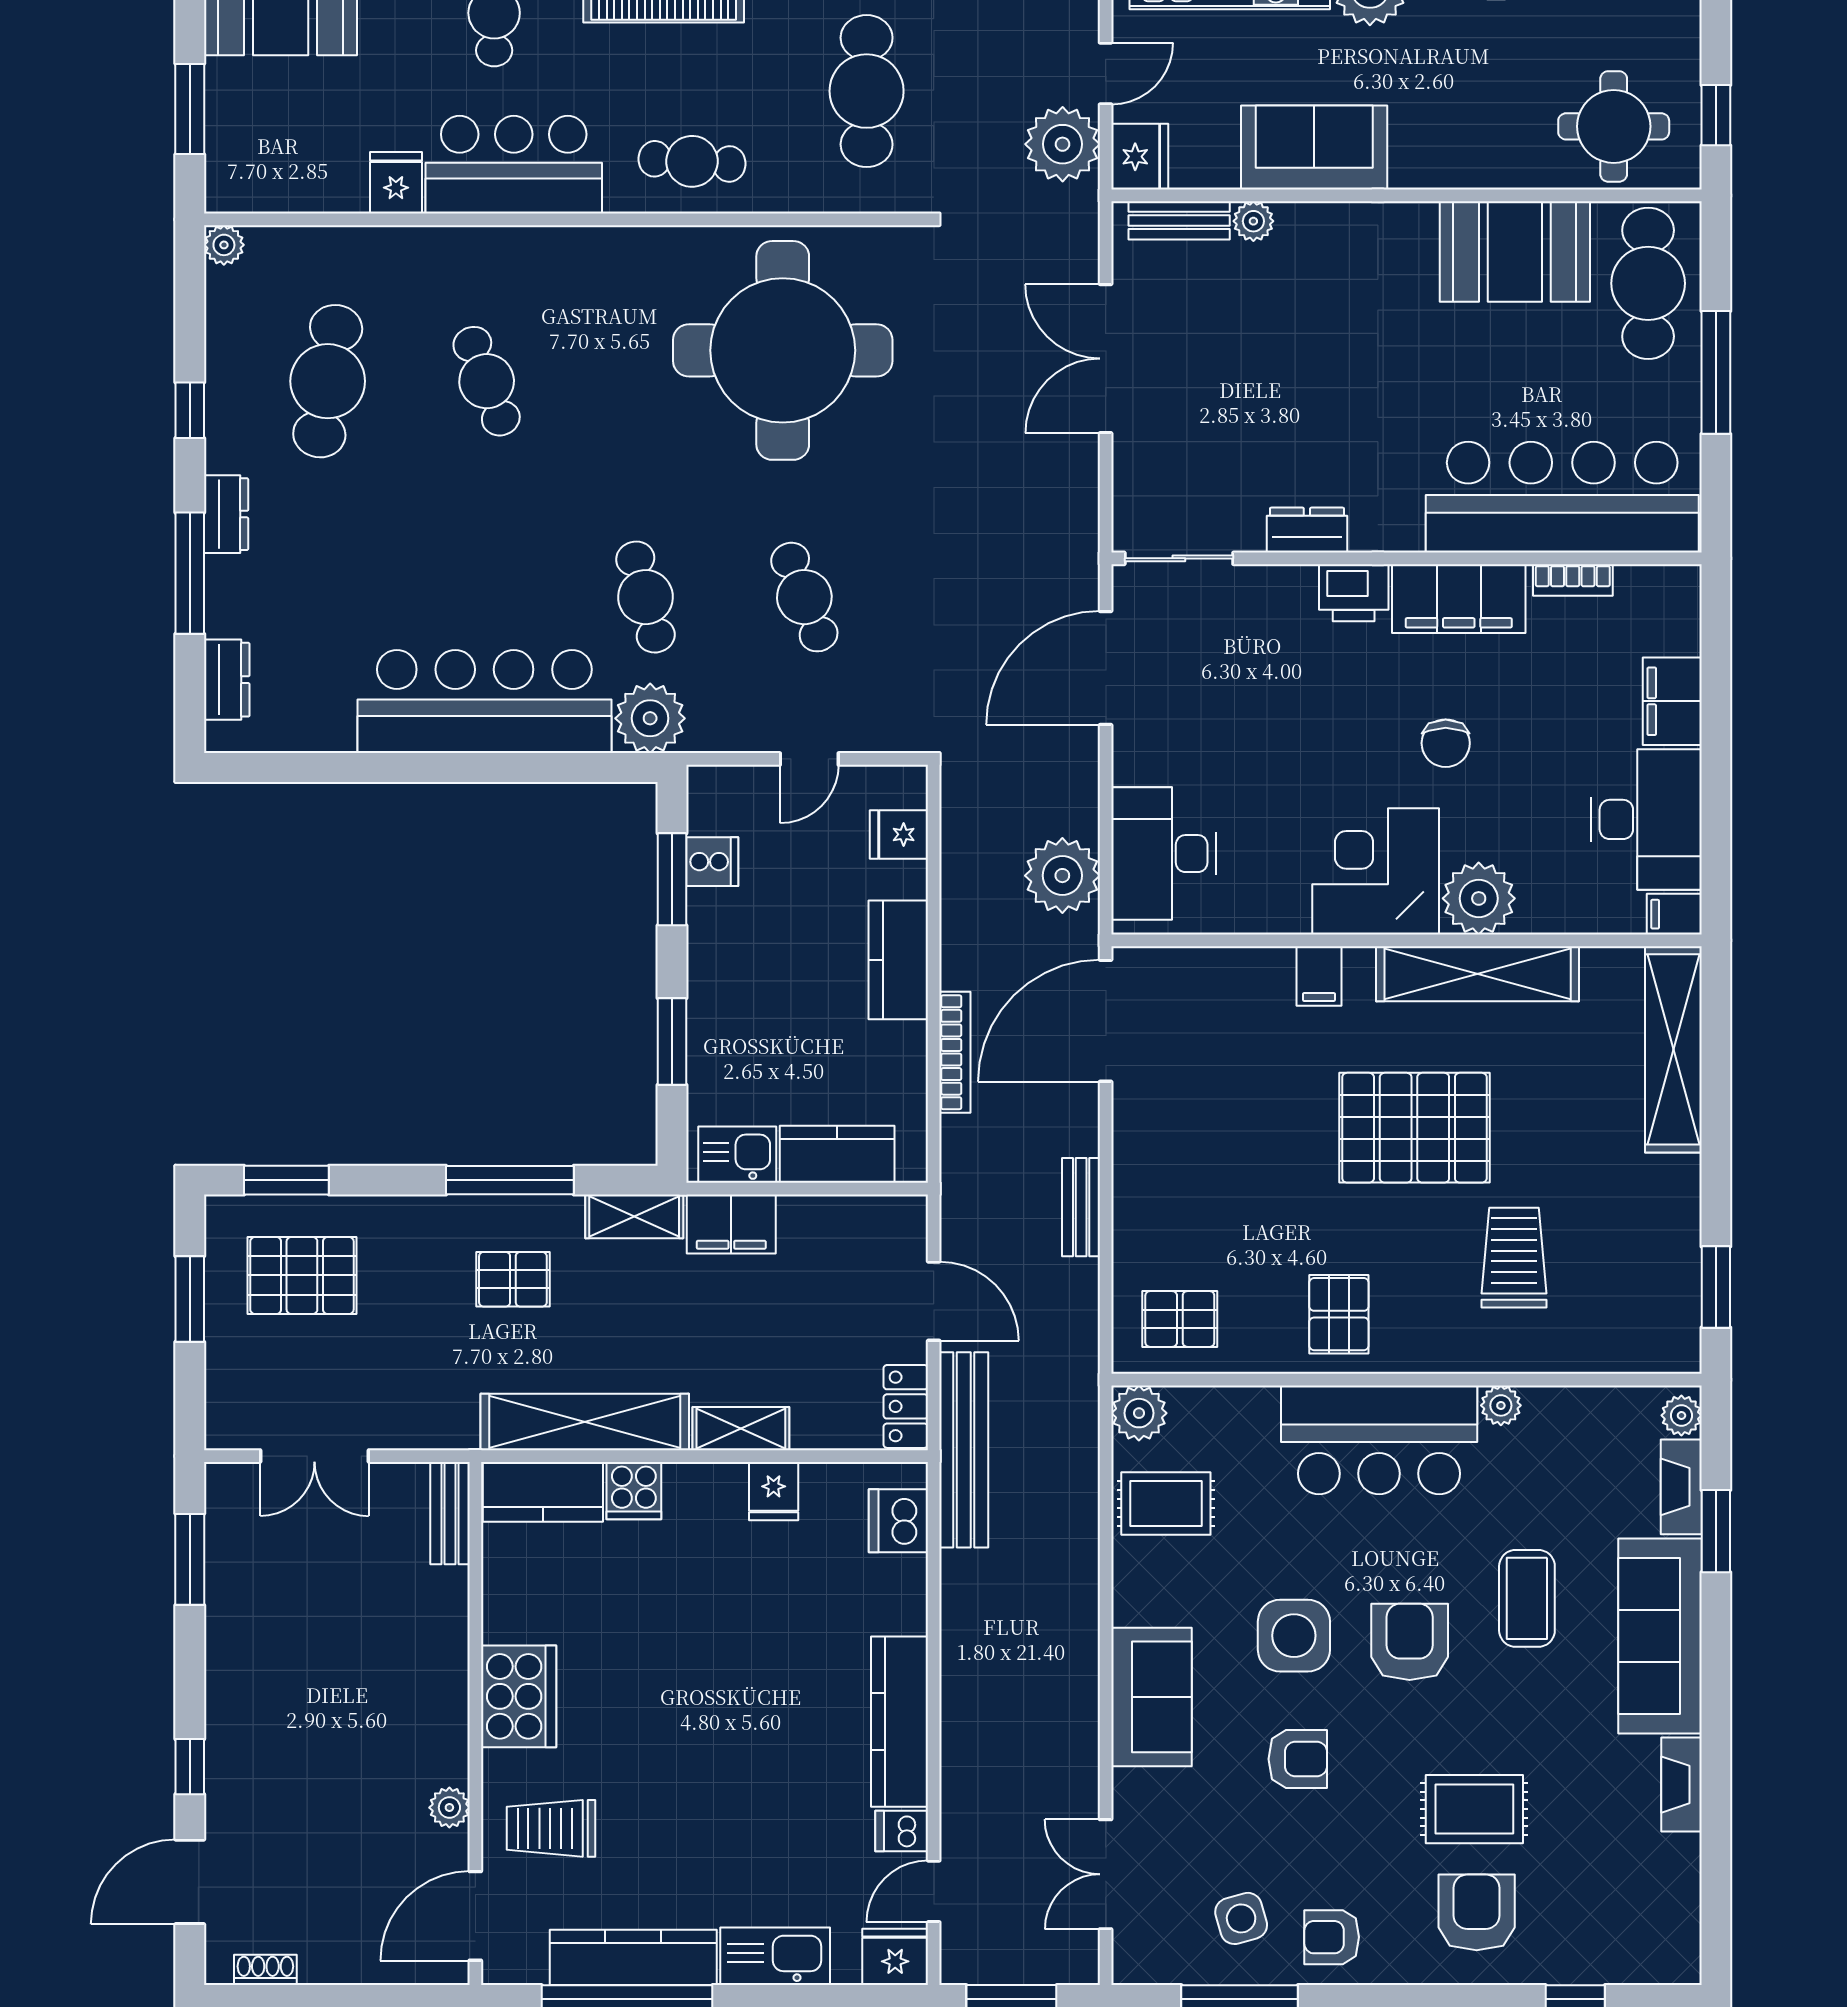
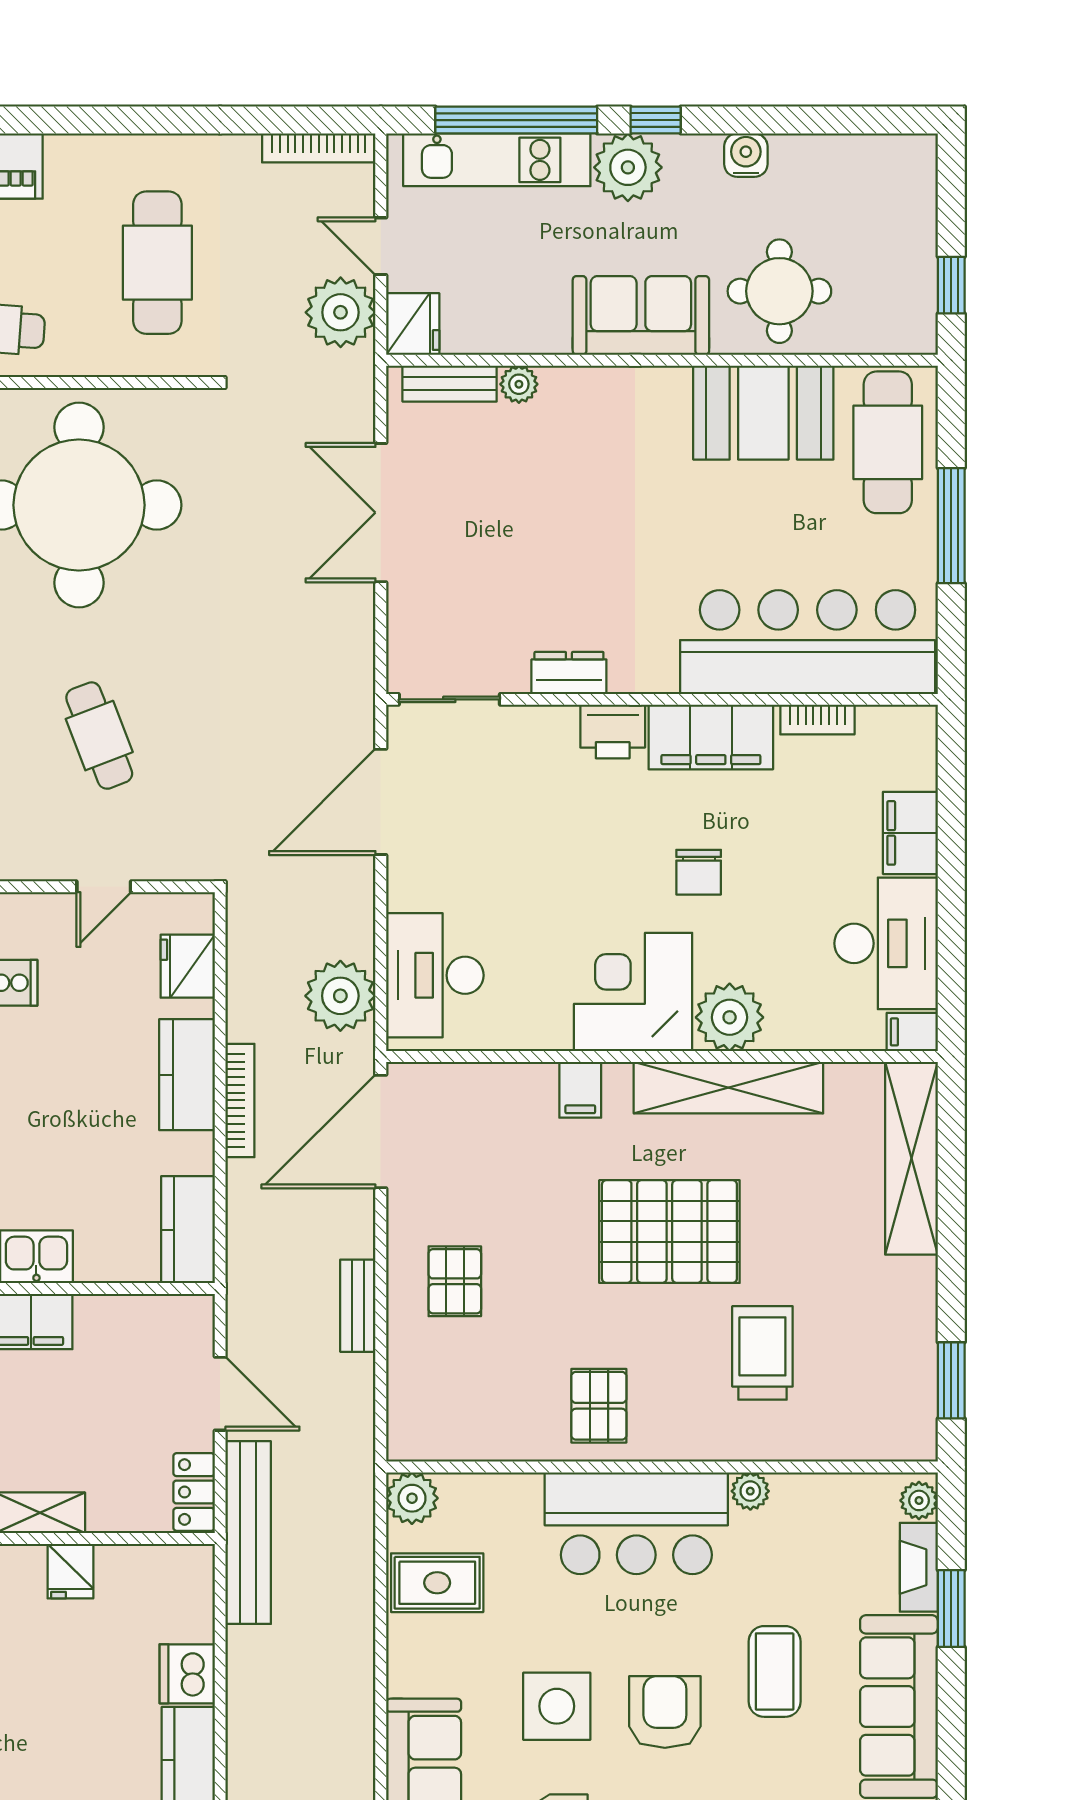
door: (1106, 74) -> (381, 246), swing flipped
round table: (1614, 126) -> (779, 291), moved
sofa: (1314, 148) -> (641, 315), moved
fridge: (899, 834) -> (188, 966), width x1.38
bookcase: (955, 1052) -> (240, 1100), moved
kitchen counter: (837, 1154) -> (188, 1230), moved, turned -90
pallet: (1180, 1319) -> (455, 1281), moved, turned 90
dishwasher: (898, 1521) -> (187, 1674), moved

